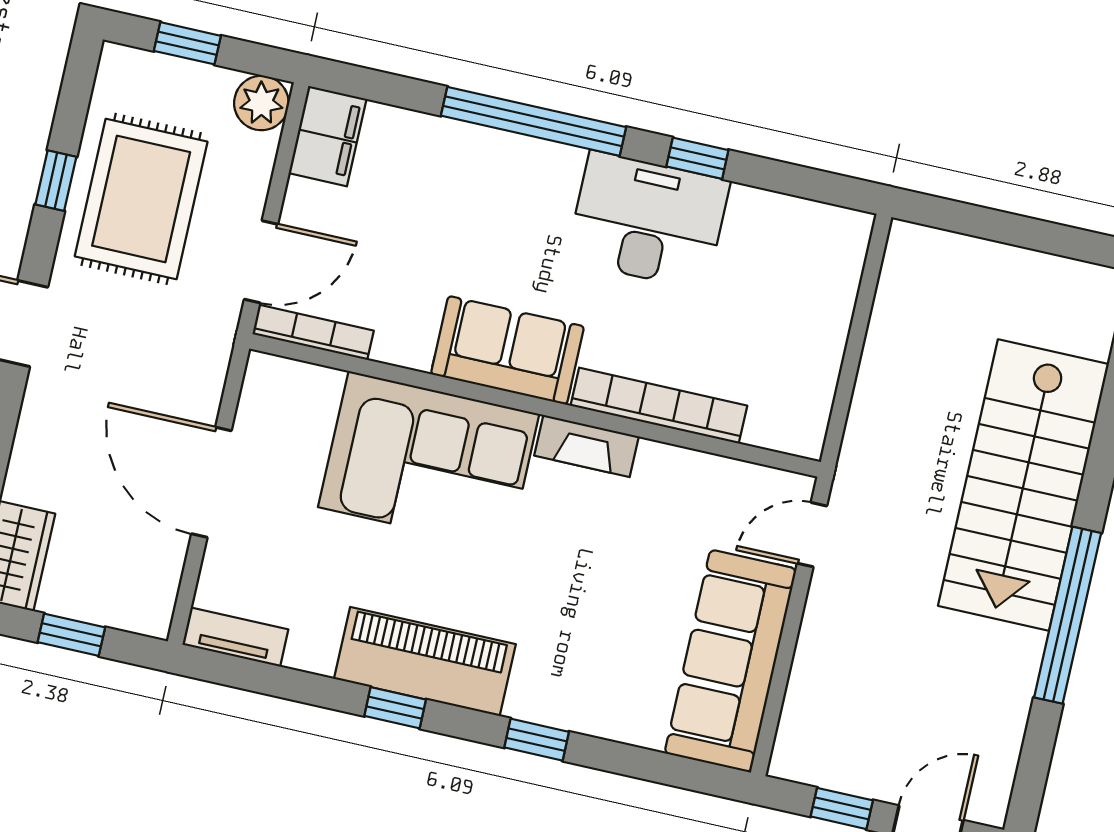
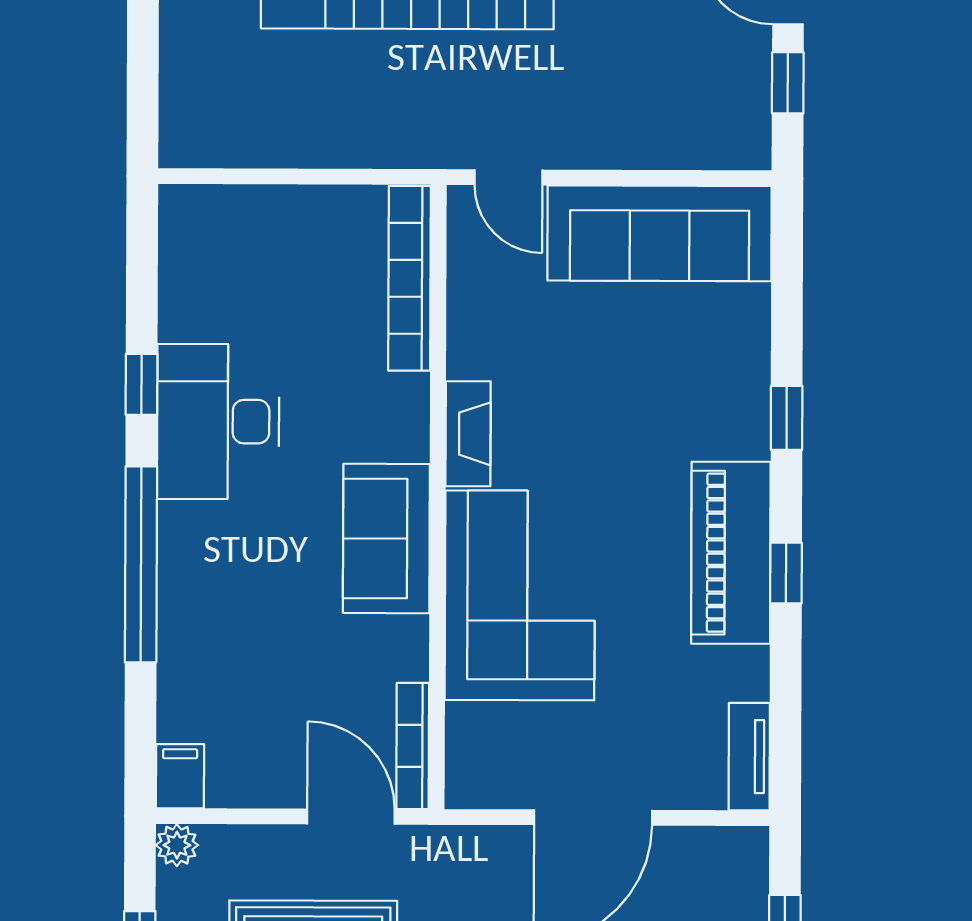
plant: (261, 103) -> (177, 845), width x0.73, depth x0.73
filing cabinet: (328, 136) -> (180, 776), width x0.50
bookcase: (659, 406) -> (409, 278), moved

